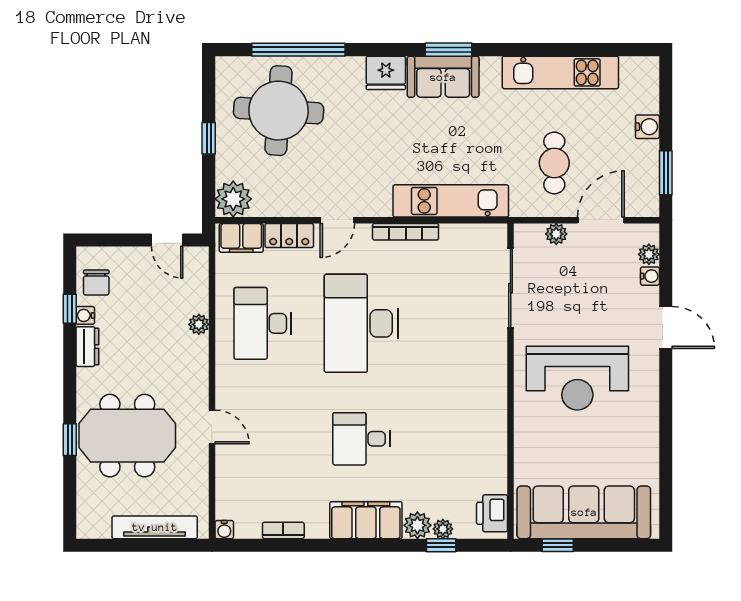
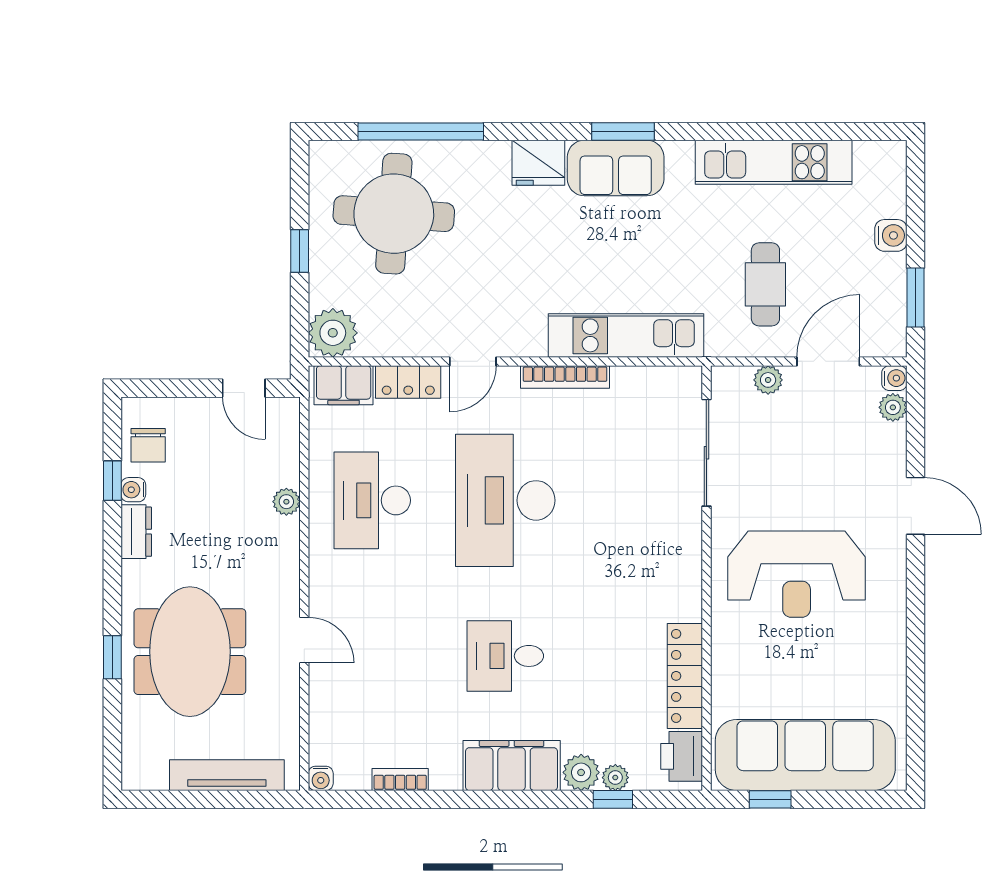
water cooler: (650, 276) -> (894, 378), moved
meeting table: (127, 436) -> (190, 652), turned 90
locker: (494, 454) -> (685, 676), added

